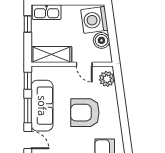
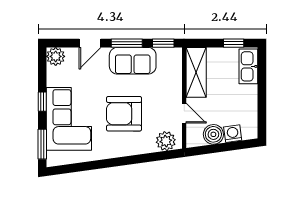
washing machine: (94, 20) -> (233, 134), width x0.53, depth x0.53
door: (84, 64) -> (184, 113), swing flipped
sofa: (42, 106) -> (133, 61), width x0.73
armchair: (85, 113) -> (124, 114), turned -90

